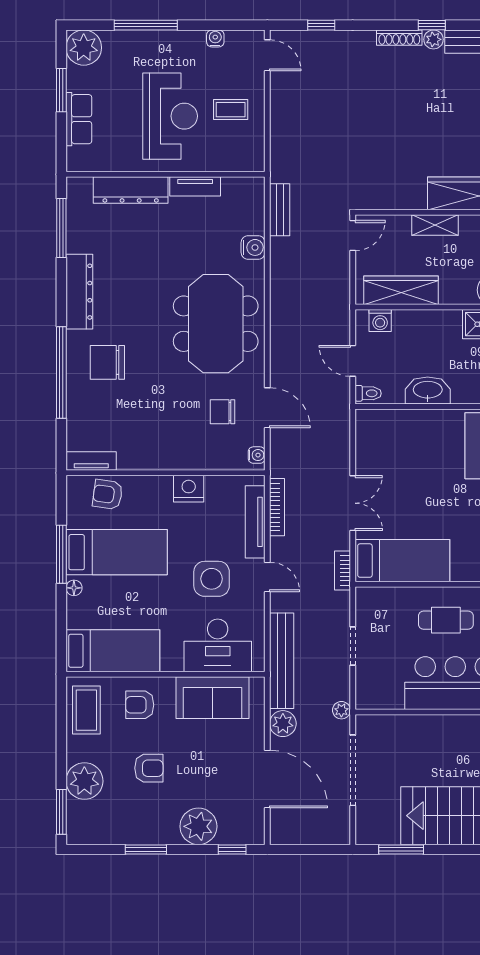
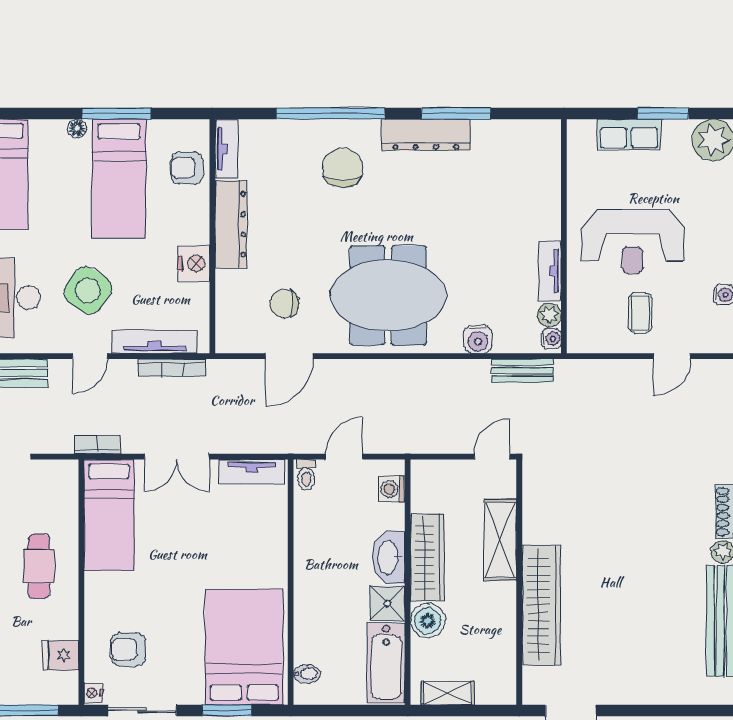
door: (267, 55) -> (672, 356), moved
plant: (232, 187) -> (549, 315), added
dresser: (131, 190) -> (231, 224), moved, turned 180
shelving: (435, 225) -> (500, 540), width x1.50, depth x1.33
window: (61, 228) -> (456, 113), moved
door: (353, 236) -> (492, 457), swing flipped
wardrobe: (401, 290) -> (427, 557), moved
washbasin: (428, 390) -> (389, 557), moved, turned 180
chair: (223, 412) -> (284, 303), turned -90
tv unit: (366, 439) -> (252, 472), added
water cooler: (257, 455) -> (551, 339), moved, turned -90
armchair: (108, 494) -> (187, 168), turned -98
side table: (212, 579) -> (88, 290), turned 34

